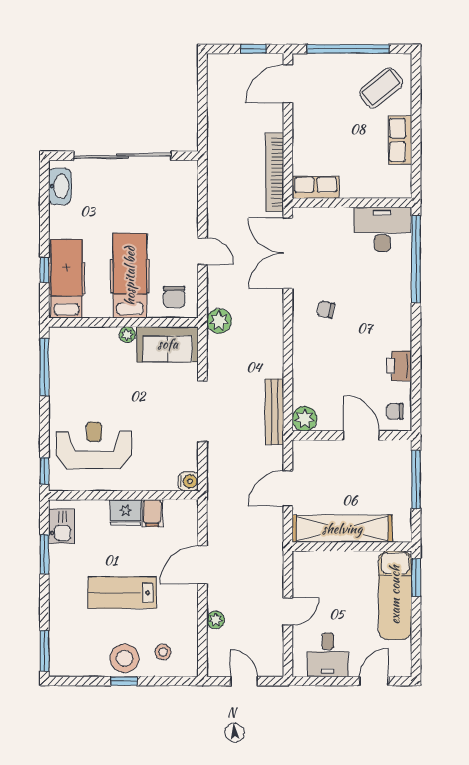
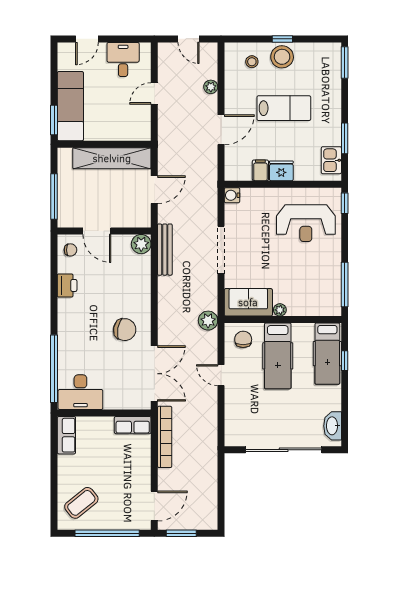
window: (253, 49) -> (181, 533), width x1.50
row of seats: (400, 140) -> (66, 435), moved
chair: (326, 309) -> (125, 330), width x1.87, depth x1.87

